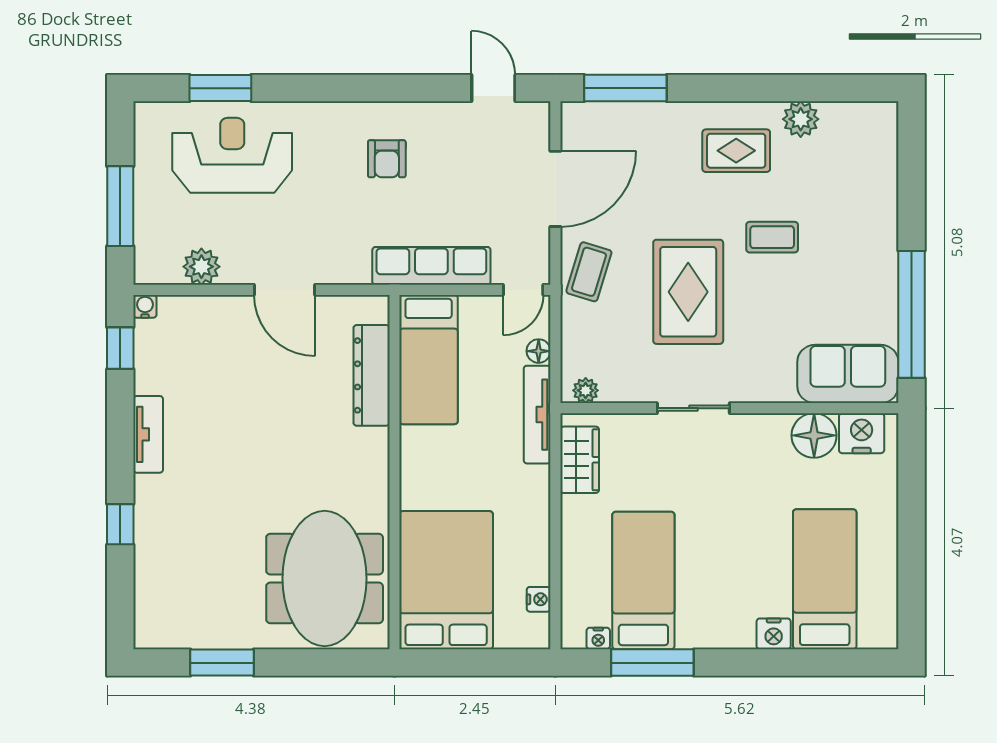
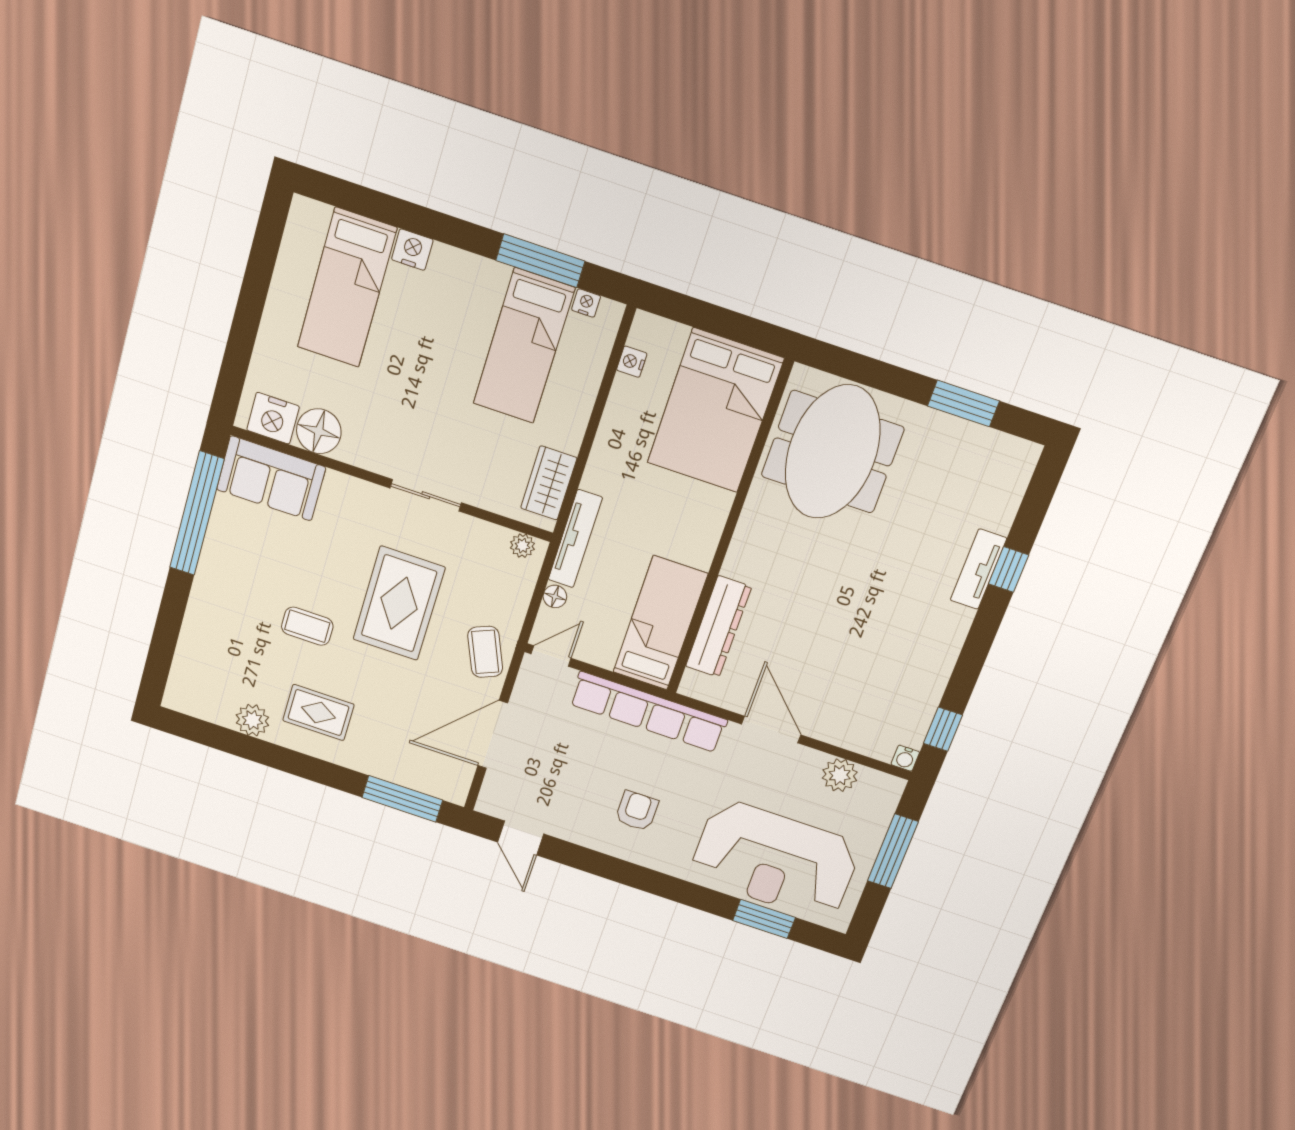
reception desk: (232, 155) -> (775, 860), width x1.36, depth x1.30
row of seats: (431, 266) -> (648, 712), width x1.36
coffee table: (589, 272) -> (485, 652), turned -40
tv unit: (148, 434) -> (978, 569), moved

